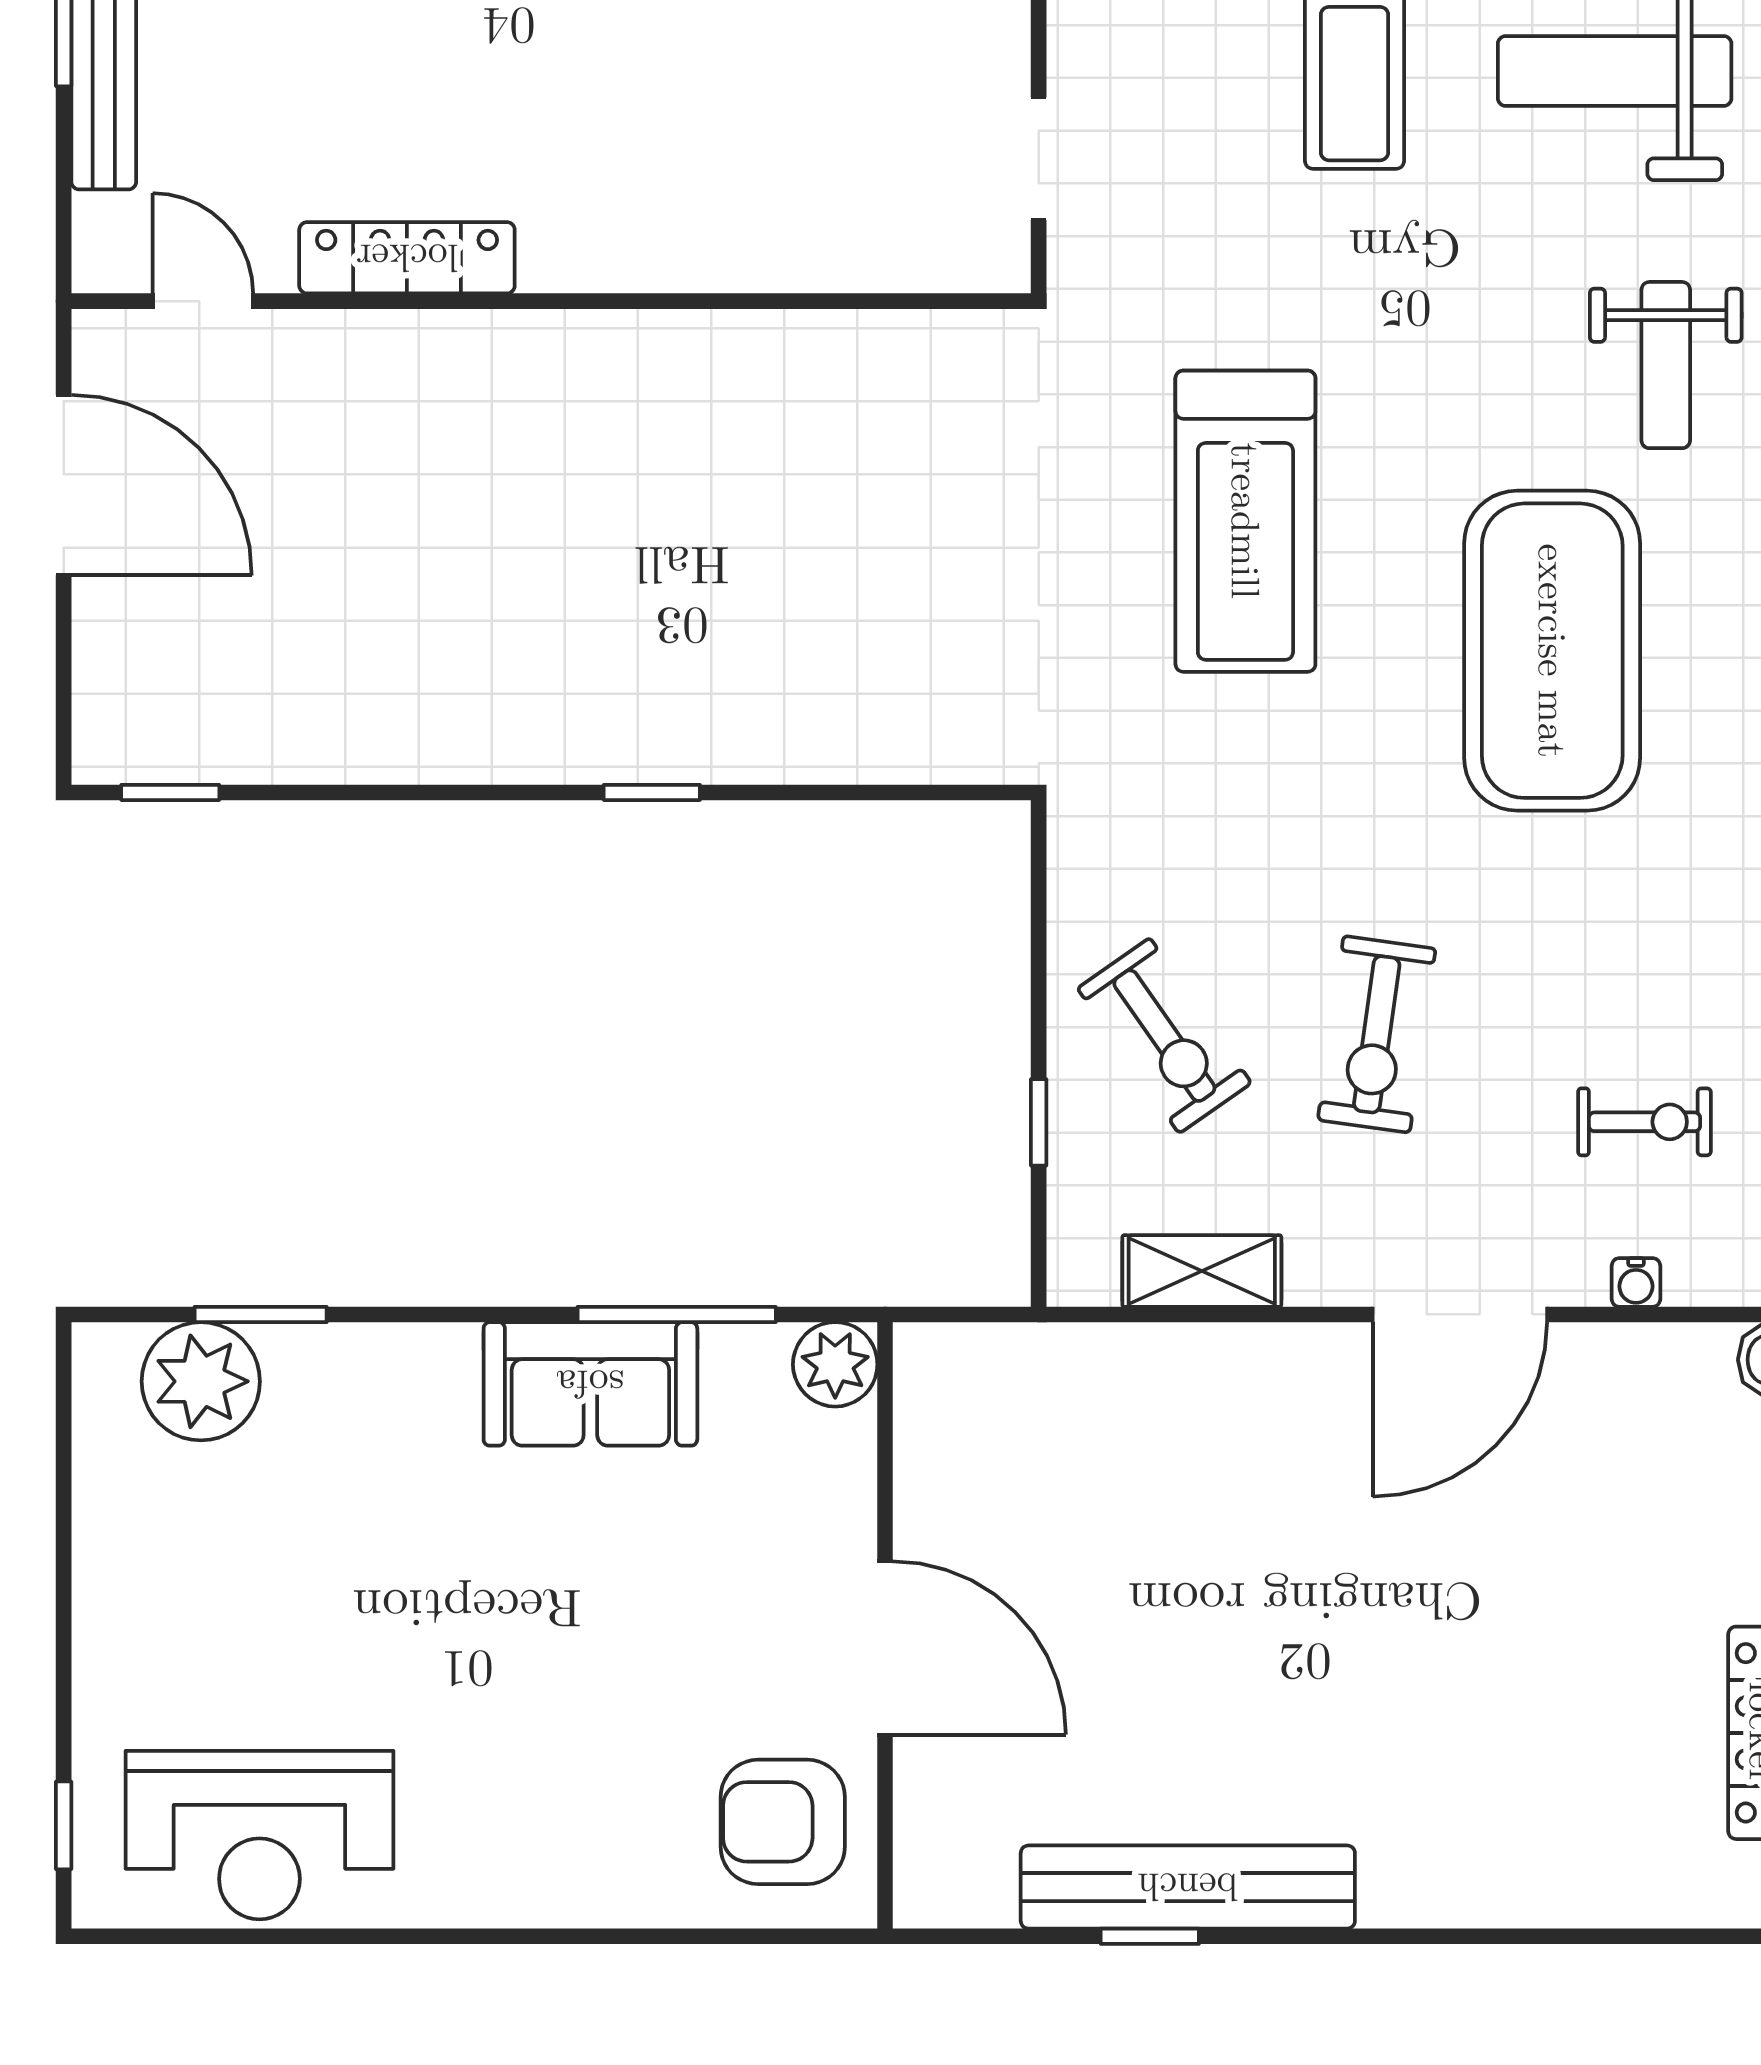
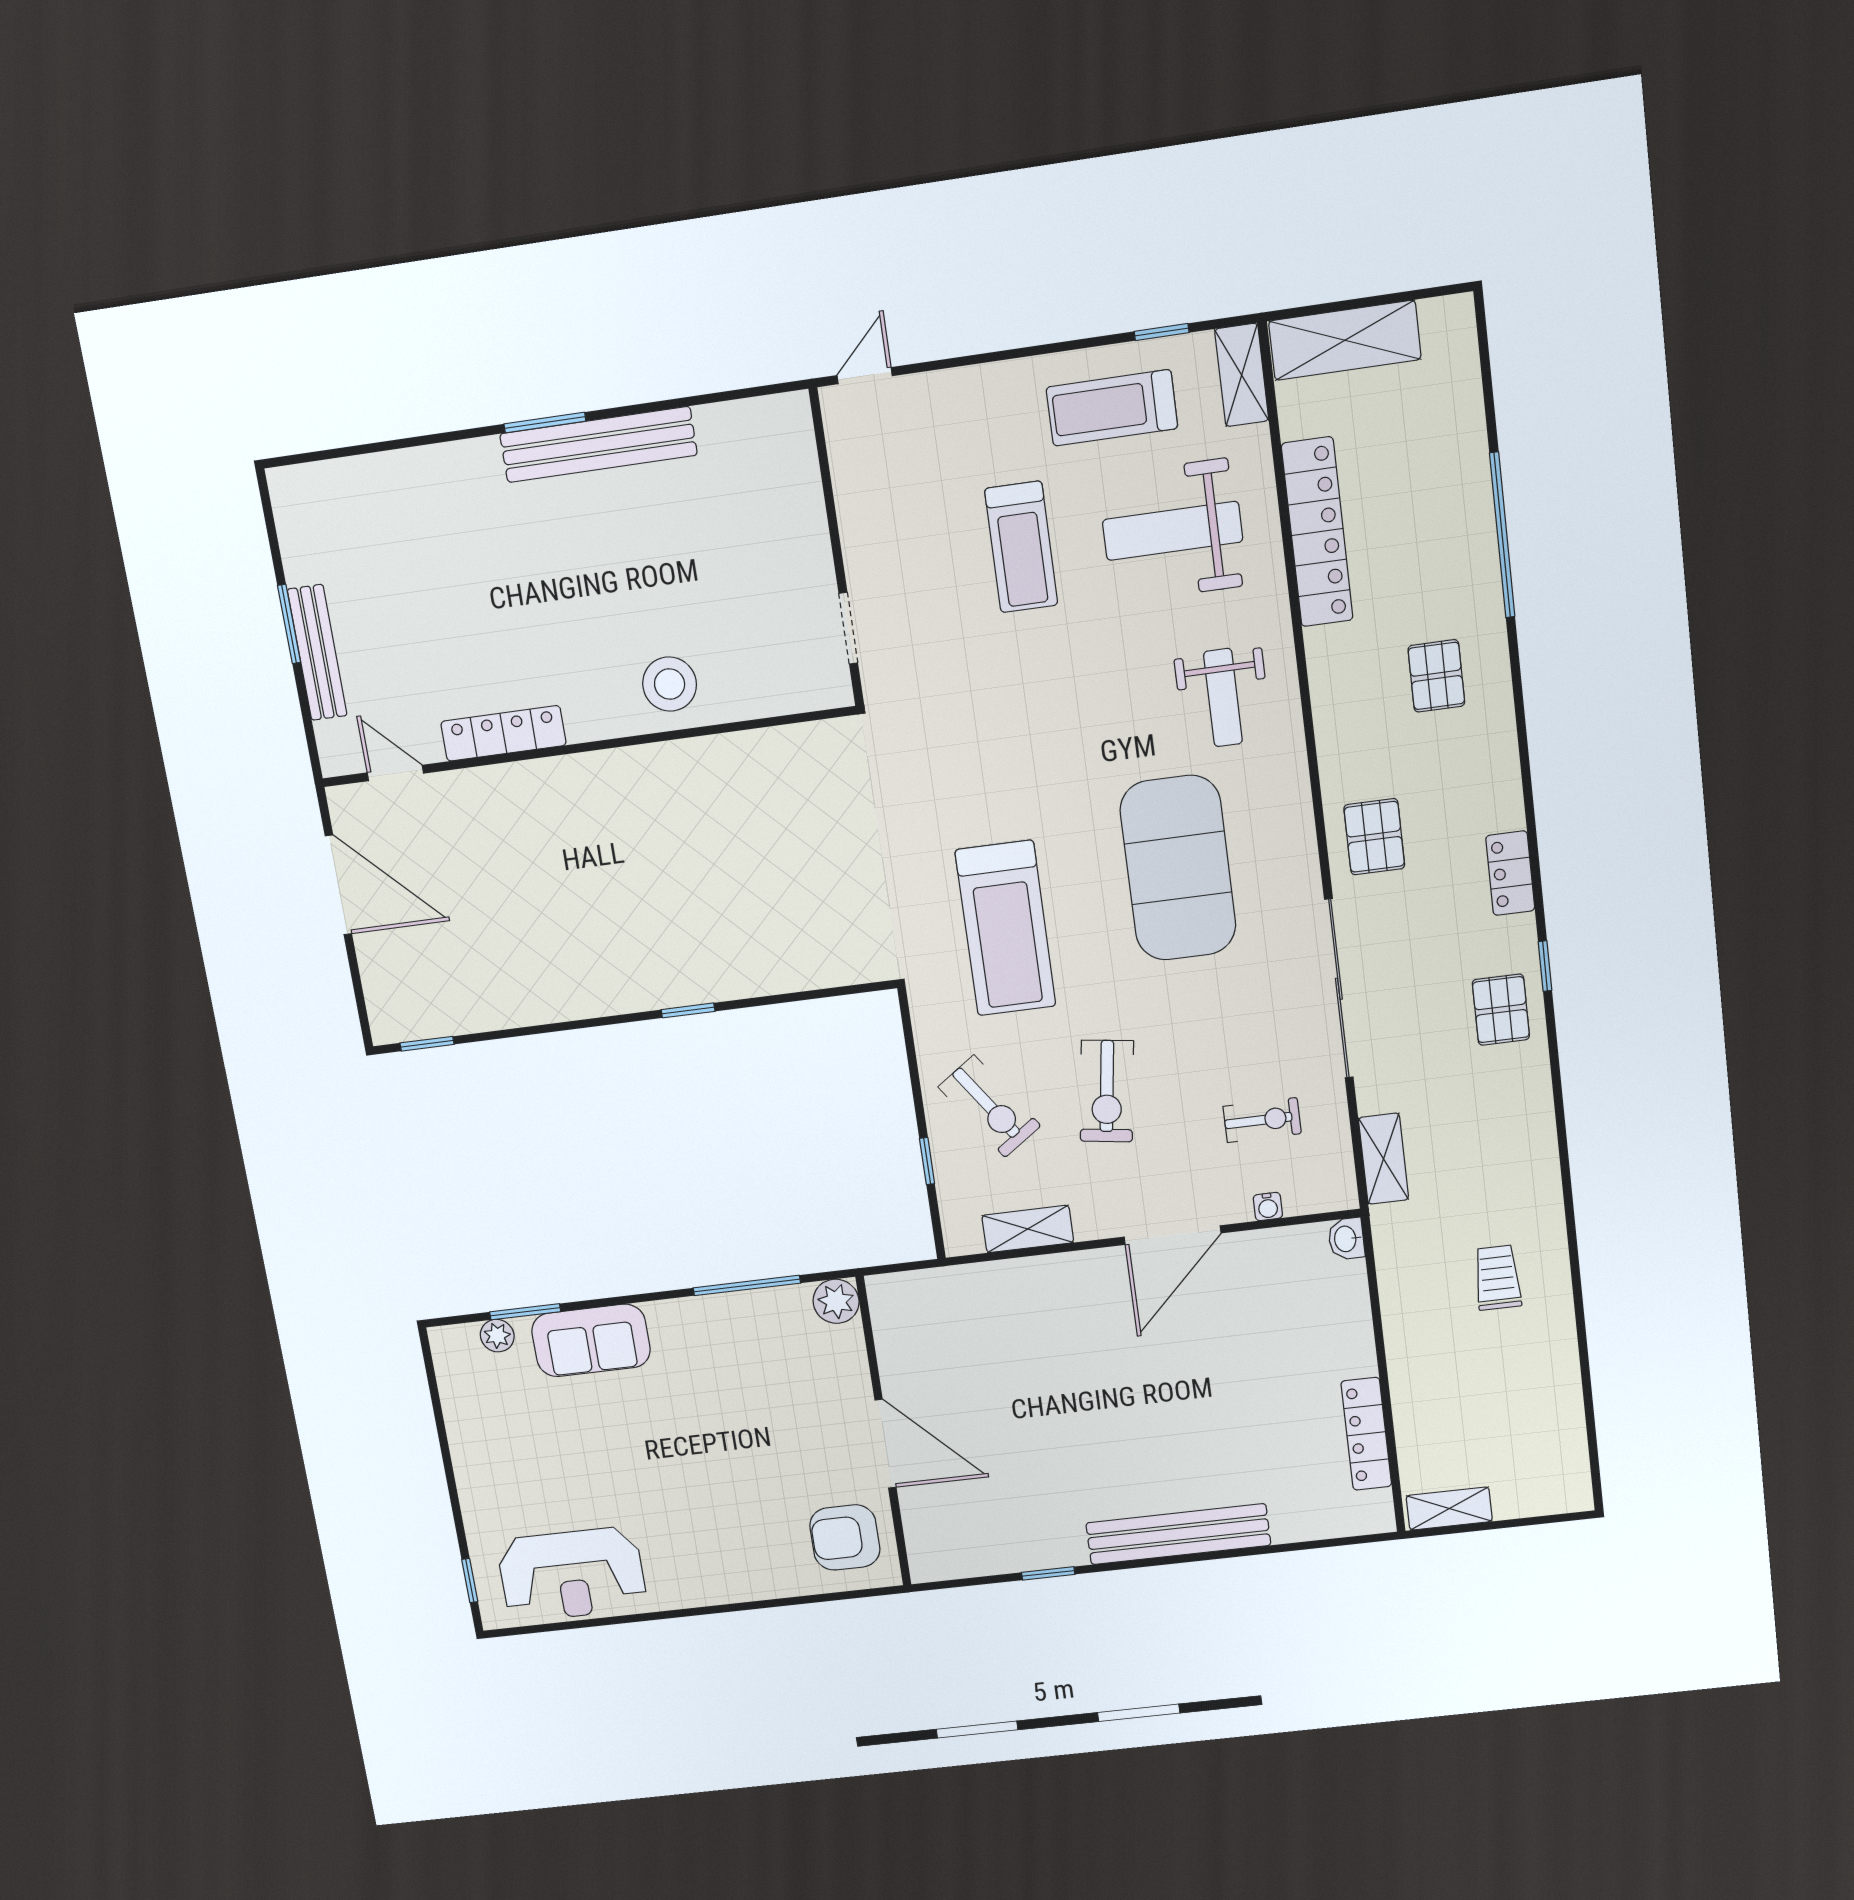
stool: (713, 212) -> (670, 684), added
treadmill: (1245, 521) -> (1006, 928), moved
plant: (201, 1381) -> (497, 1336), width x0.53, depth x0.53
sofa: (590, 1384) -> (591, 1340), moved
bench: (1188, 1887) -> (1178, 1534), moved

